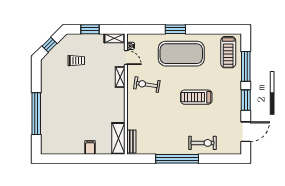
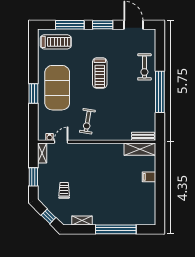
shelving: (120, 77) -> (82, 221), moved
exercise bike: (203, 143) -> (144, 67), turned 180

